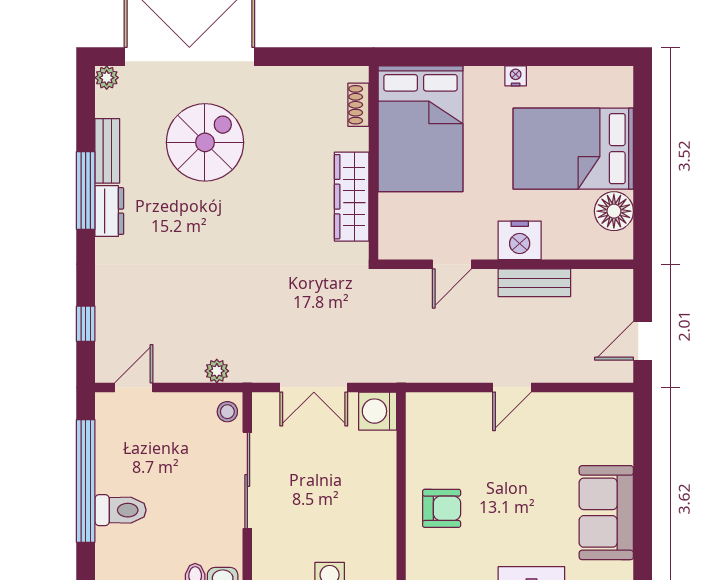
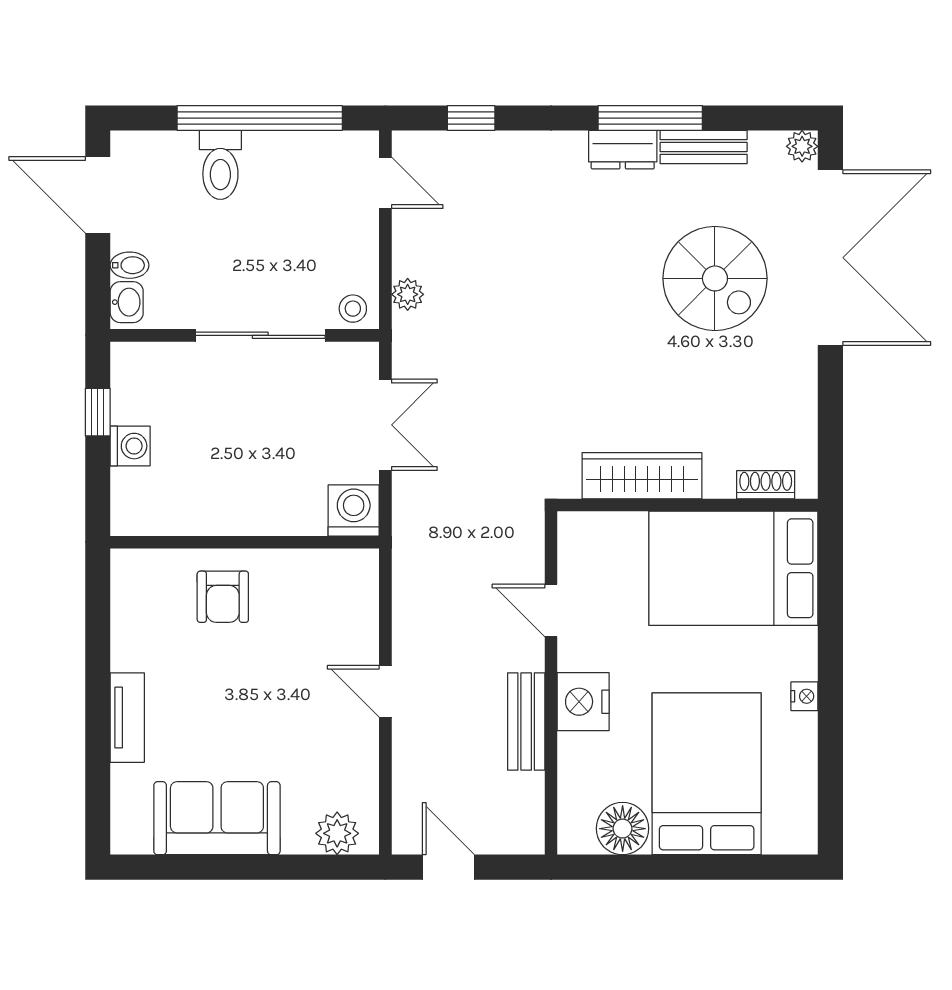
double door: (314, 387) -> (385, 425), swing flipped
plant: (618, 423) -> (337, 833), added

